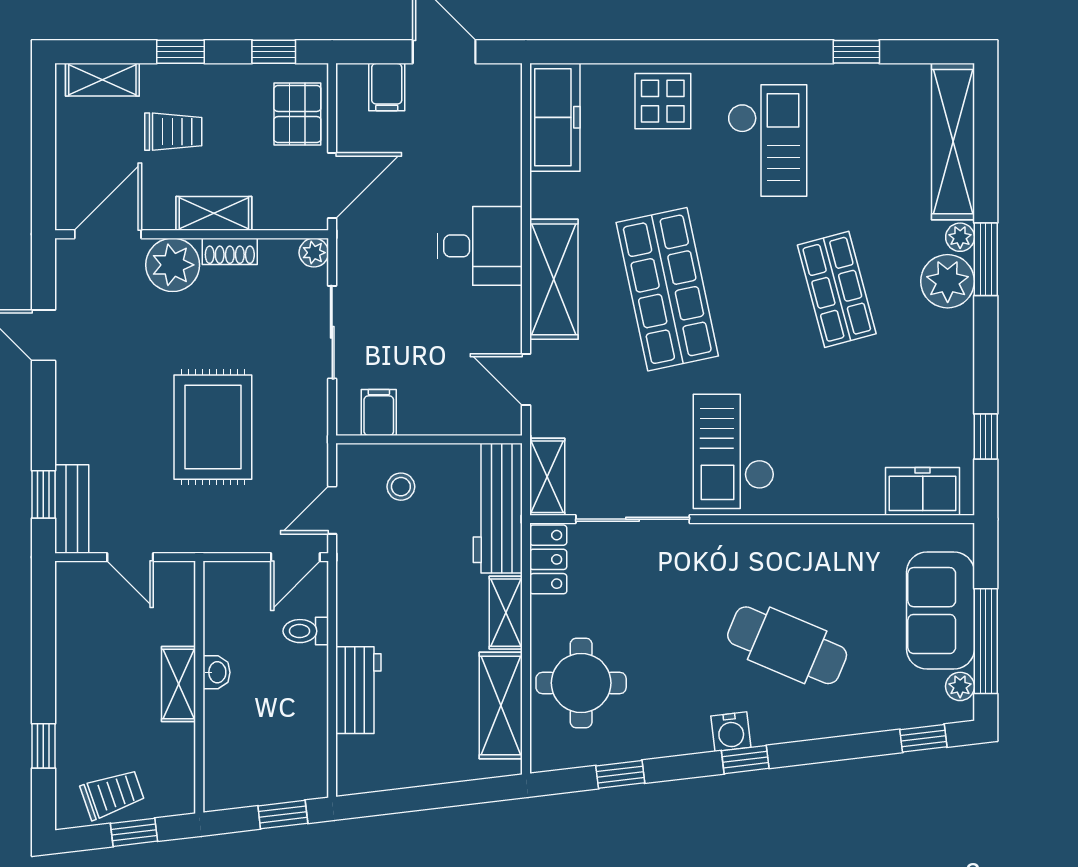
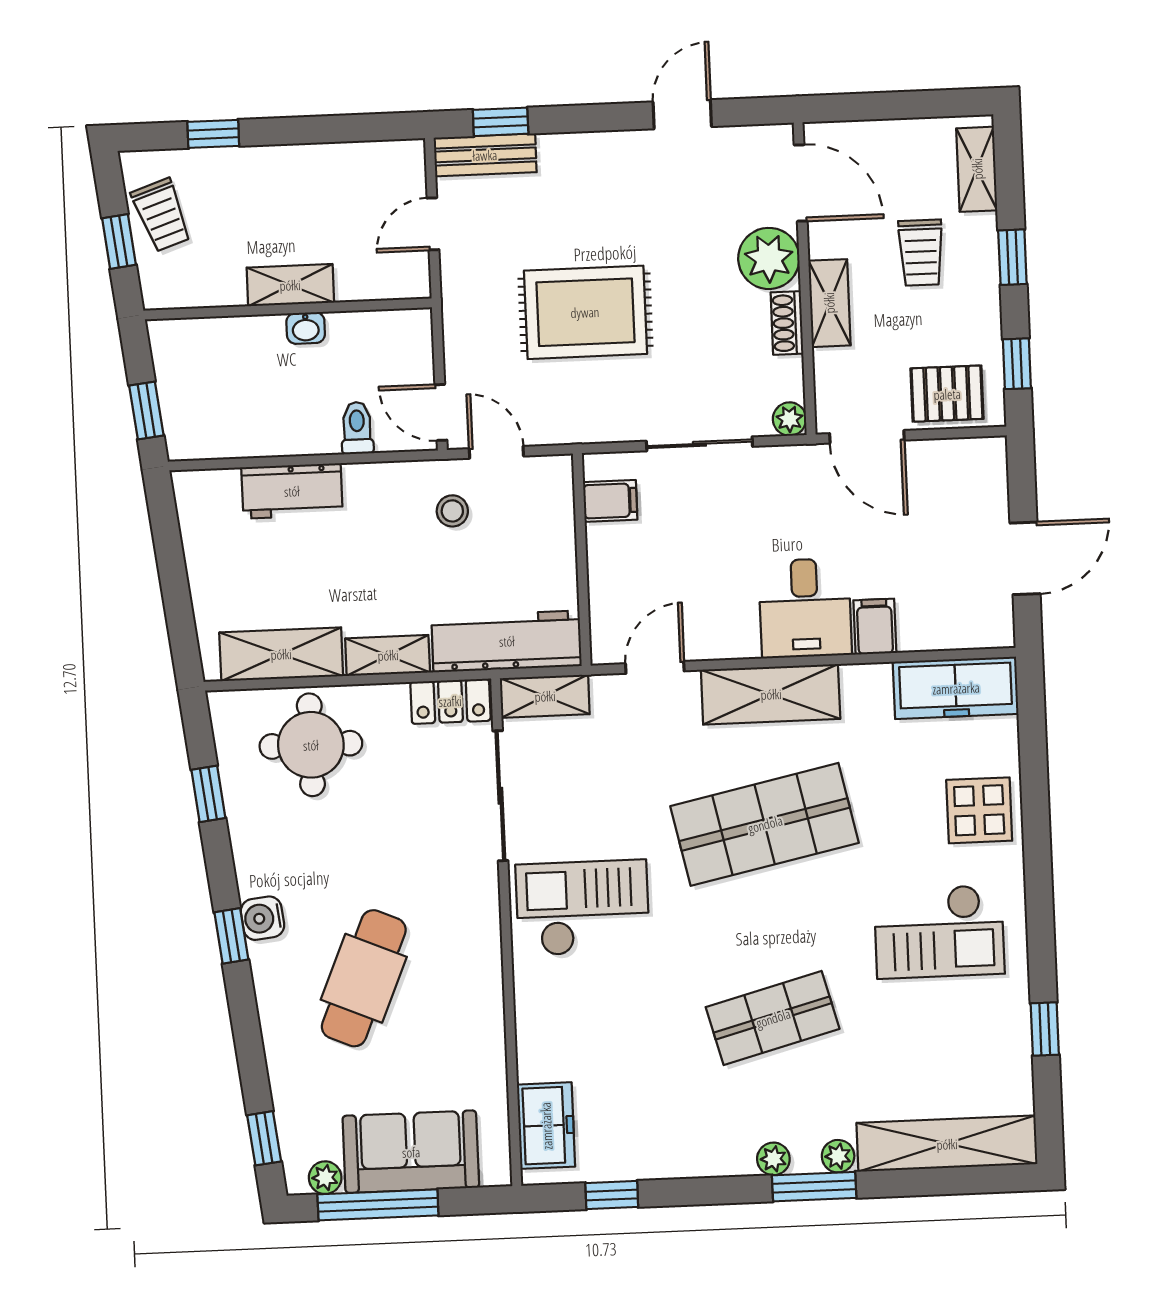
filing cabinet: (387, 87) -> (875, 627), moved, turned 90
plant: (948, 281) -> (773, 1159), width x0.53, depth x0.53
stool: (401, 487) -> (452, 511), moved

